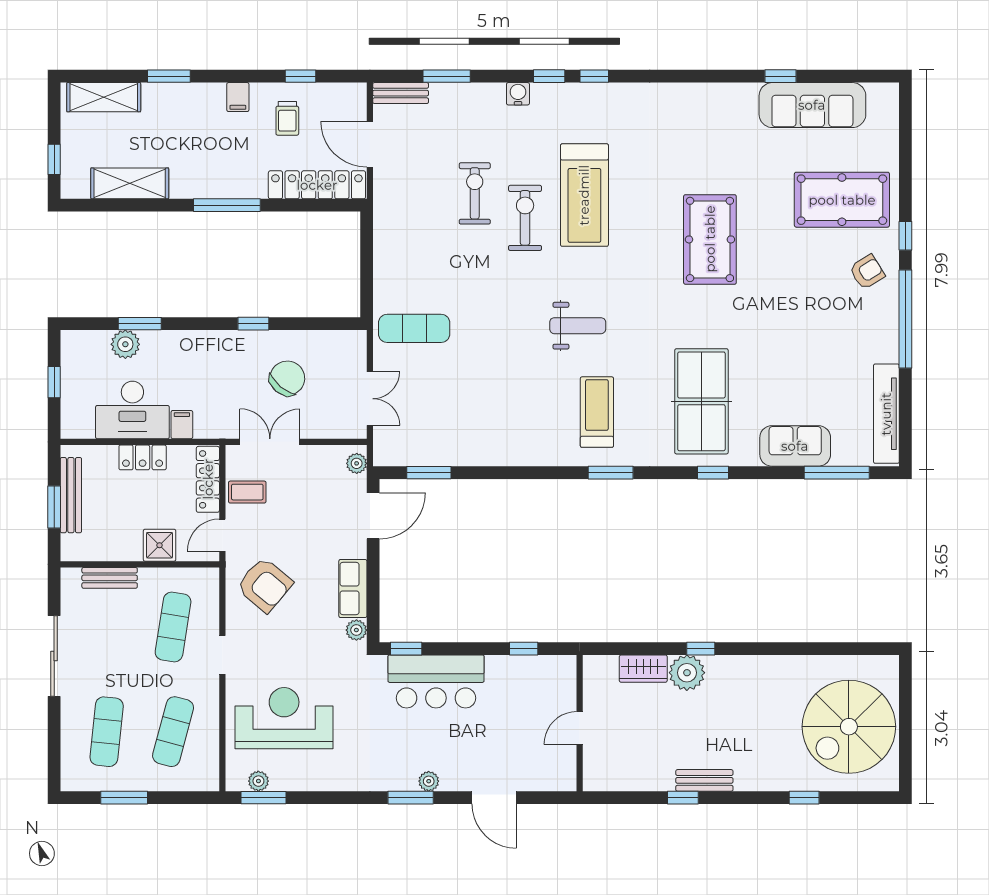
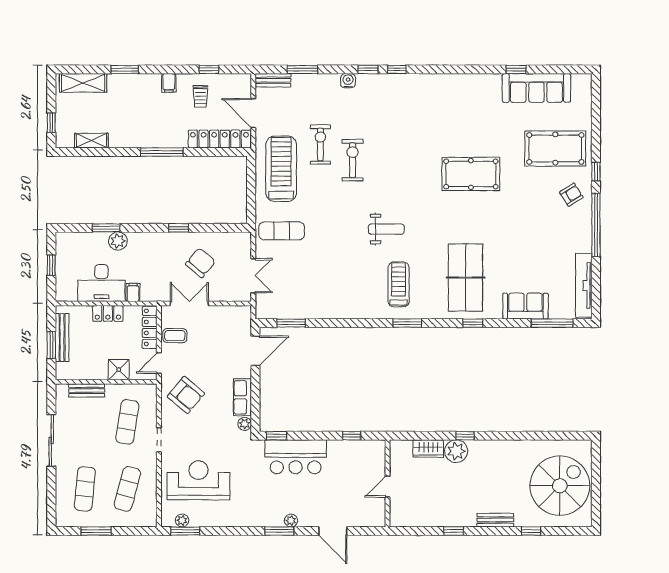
shelving: (130, 183) -> (91, 141), width x0.67, depth x0.75
treadmill: (584, 195) -> (281, 169), moved, turned 180
pool table: (710, 239) -> (471, 174), turned 90
plant: (125, 344) -> (118, 241), moved
plant: (357, 463) -> (245, 317), removed
spiral stairs: (849, 727) -> (560, 486), turned 180
bench: (704, 780) -> (495, 520), moved

